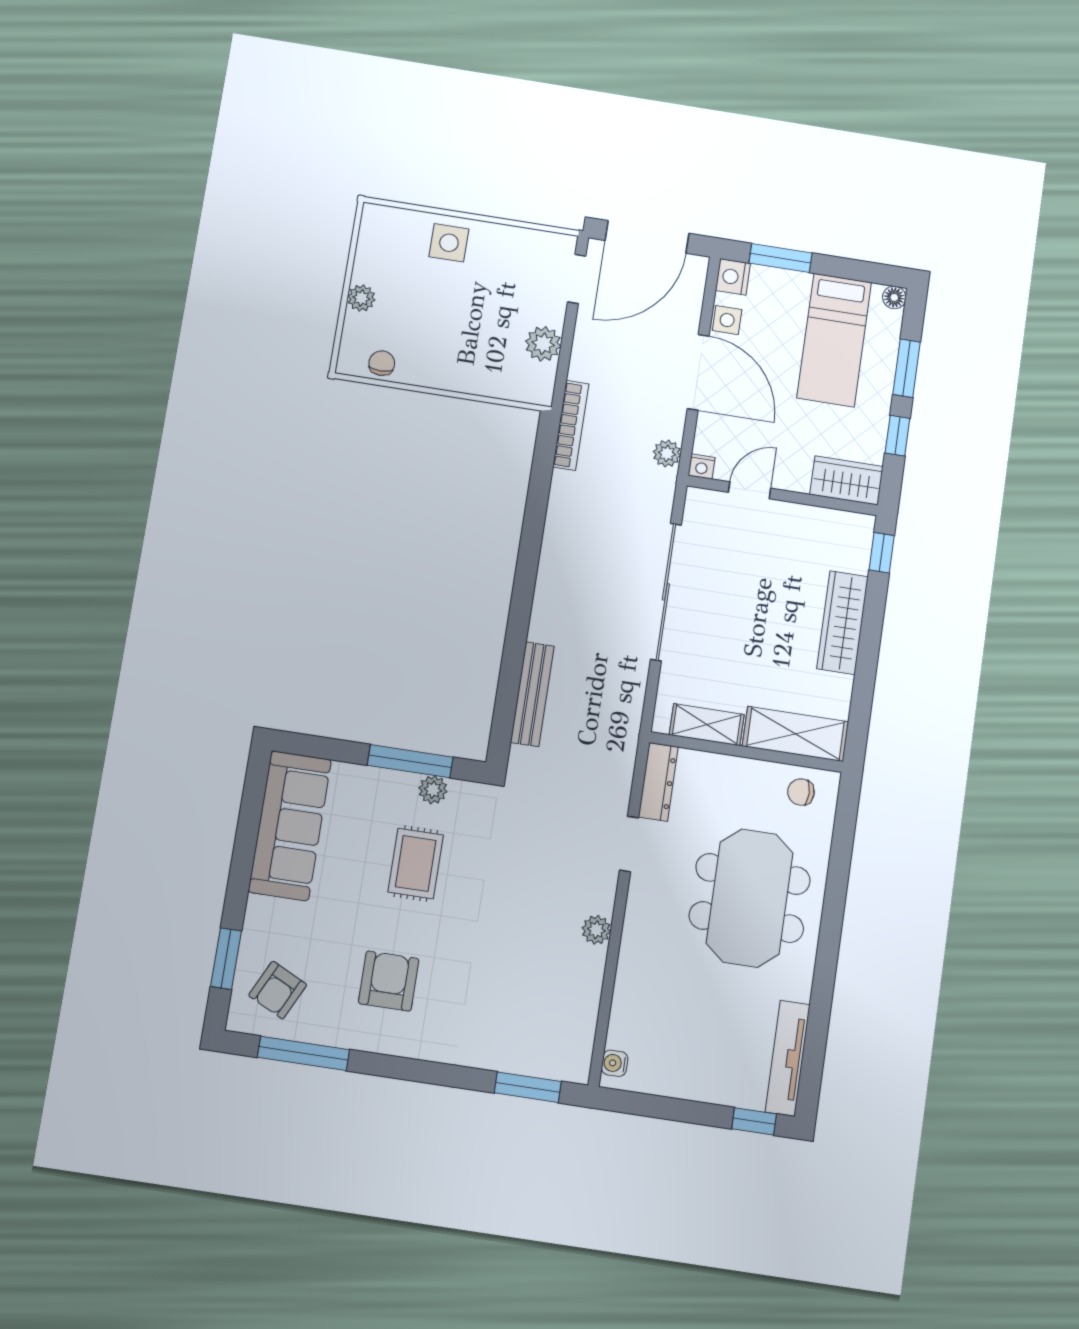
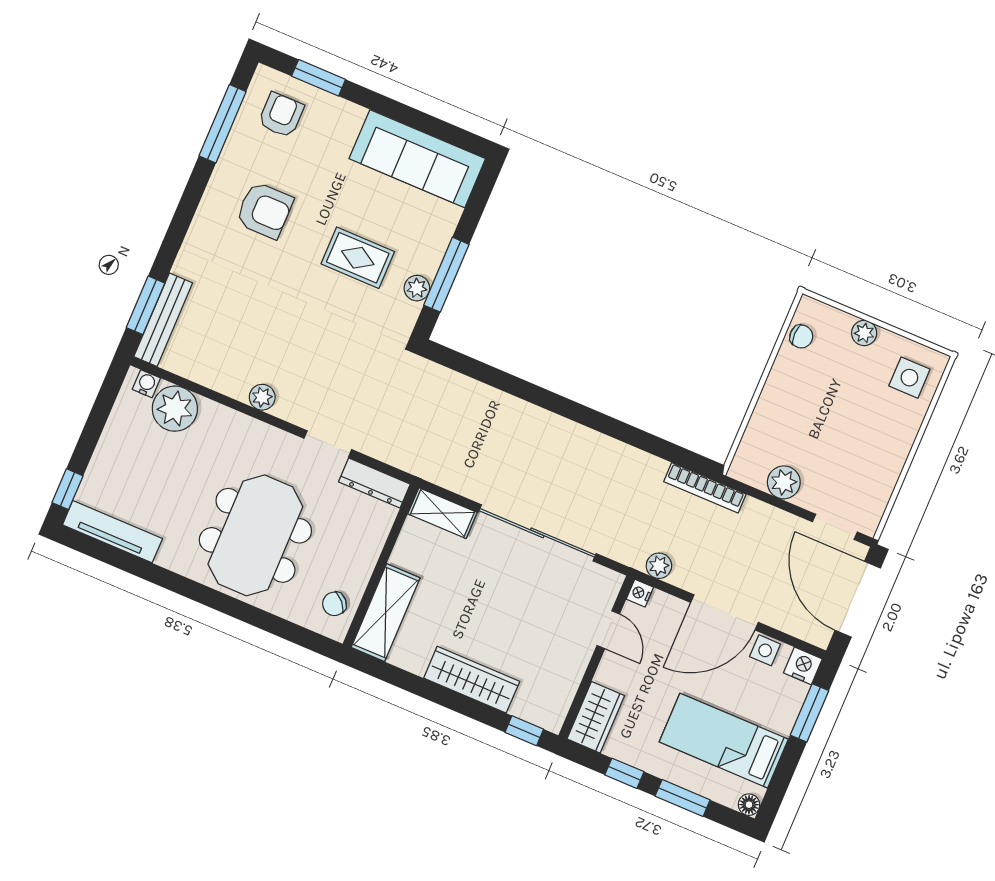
side table: (449, 243) -> (909, 378), moved
bench: (532, 694) -> (163, 320), moved, turned 90
shelving: (707, 725) -> (442, 513), moved, turned 90
chair: (801, 792) -> (334, 604), turned -132
meeting table: (750, 898) -> (255, 535), turned 90
armchair: (278, 990) -> (281, 115), turned 64
plant: (634, 1024) -> (175, 409), added

